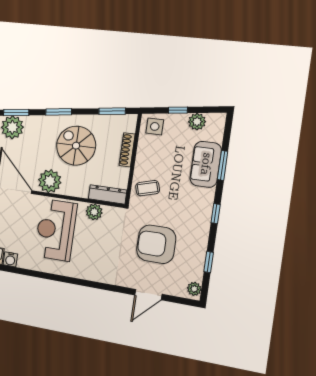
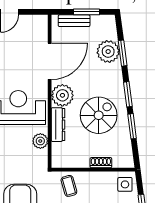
window: (112, 111) -> (132, 126), moved
shoe rack: (127, 150) -> (101, 163), width x0.70
dresser: (108, 194) -> (58, 125), moved

